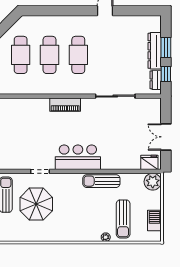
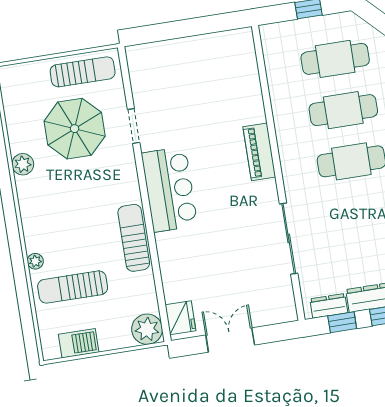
plant: (51, 236) -> (23, 164), added

